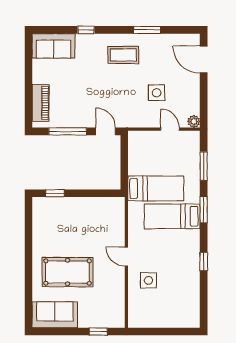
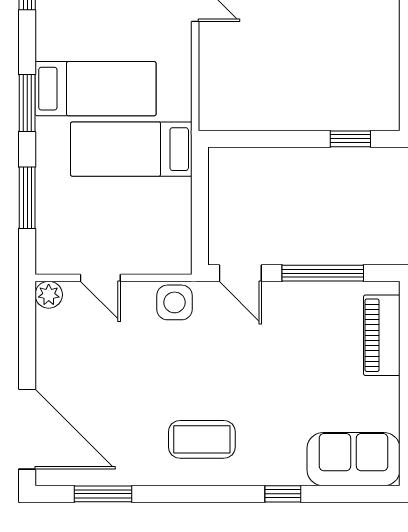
window: (147, 30) -> (103, 494), moved
door: (204, 60) -> (27, 429), width x1.36
side table: (157, 93) -> (175, 302), moved

